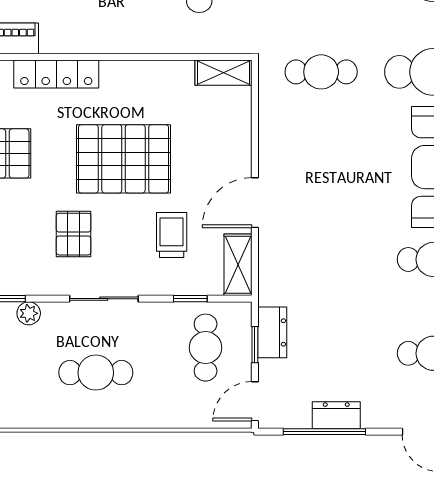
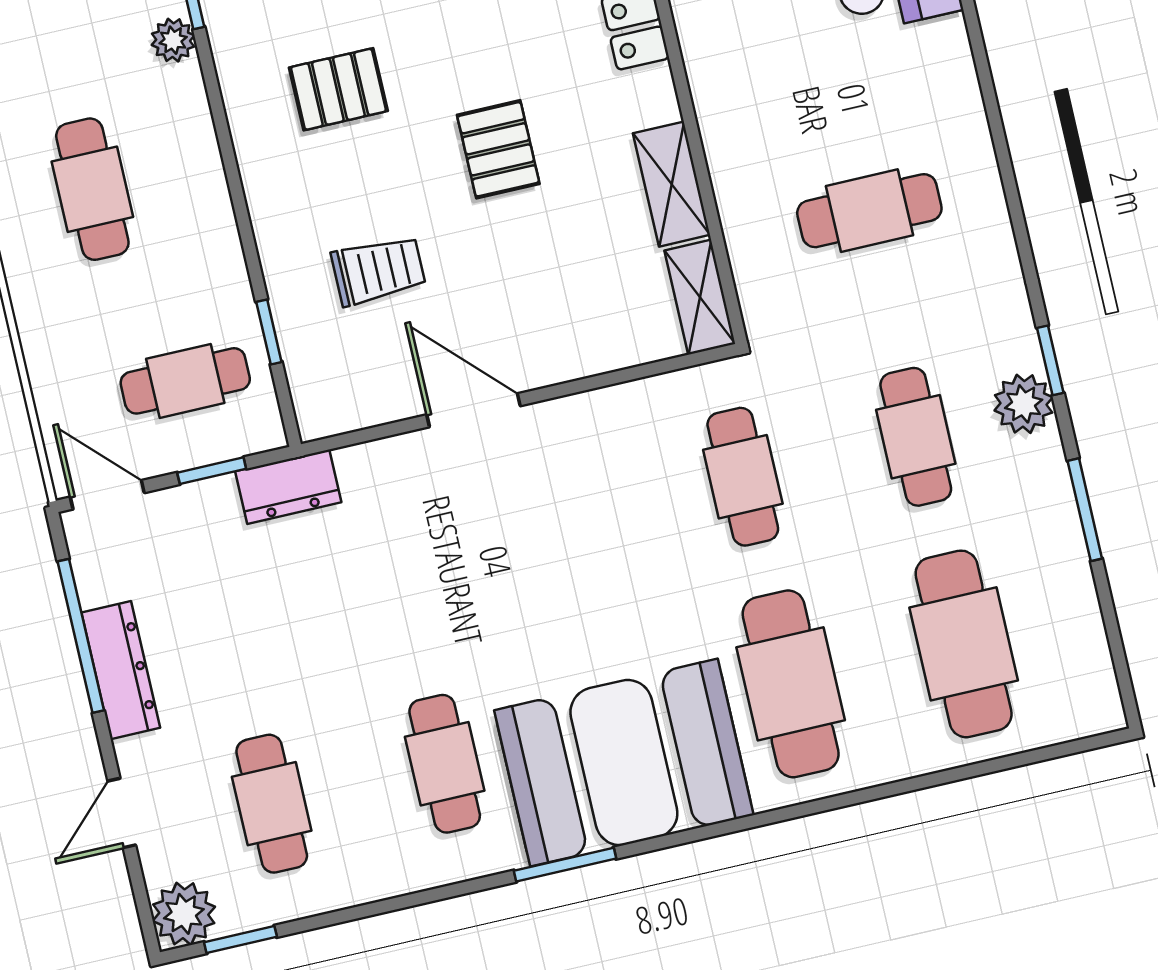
pallet: (123, 159) -> (498, 149), width x0.49, depth x0.50
shelving: (238, 265) -> (672, 184), moved, turned 90
sliding door: (104, 299) -> (232, 173), removed
dresser: (272, 332) -> (288, 487), moved
dresser: (336, 415) -> (121, 670), width x1.44

